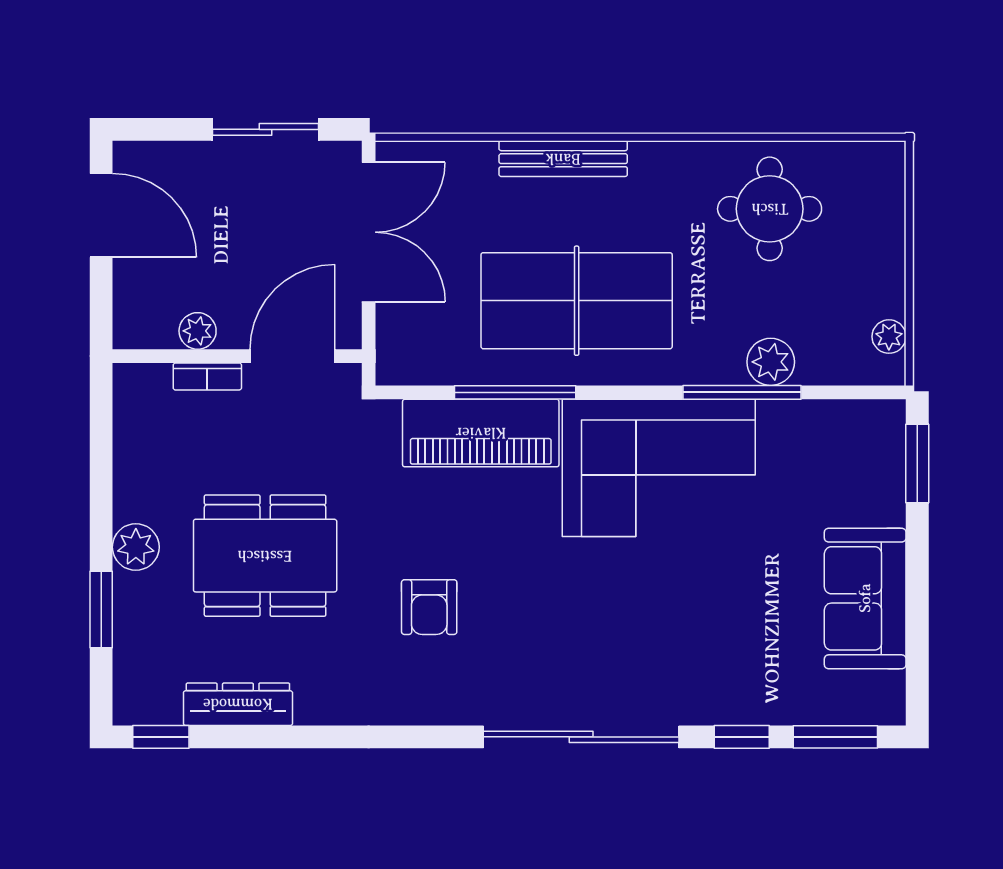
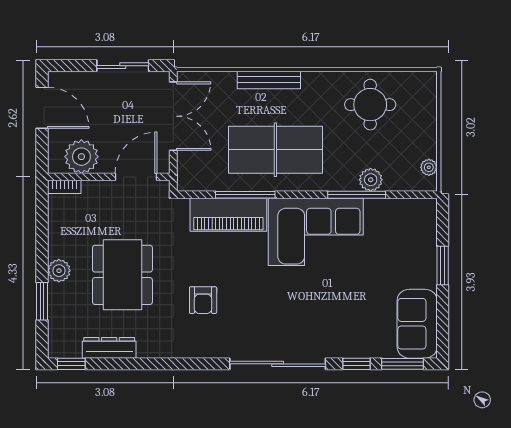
plant: (198, 331) -> (81, 157), width x1.87, depth x1.87
bookcase: (207, 376) -> (64, 187), moved
window: (917, 463) -> (443, 266), moved
dining table: (265, 556) -> (122, 275), turned 90
sofa: (865, 598) -> (417, 324), moved

